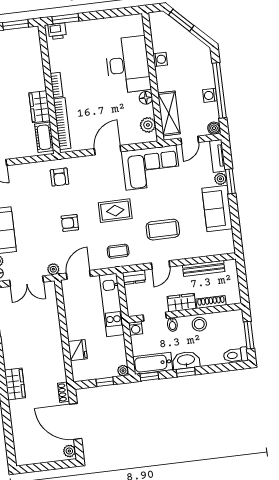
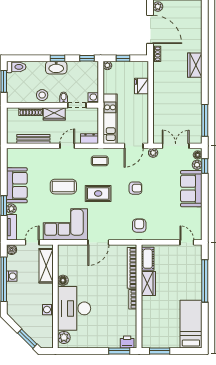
plant: (148, 125) -> (64, 337), moved
coffee table: (163, 230) -> (63, 187), moved
bathtub: (153, 363) -> (83, 68), removed

